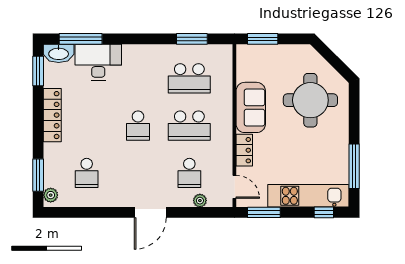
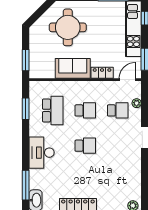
desk: (98, 62) -> (42, 153), moved
school desk: (189, 126) -> (85, 110), width x0.54
school desk: (87, 173) -> (118, 181), removed

